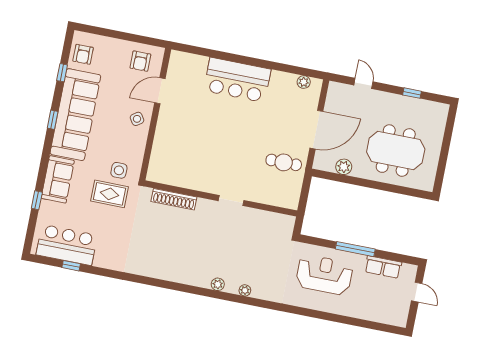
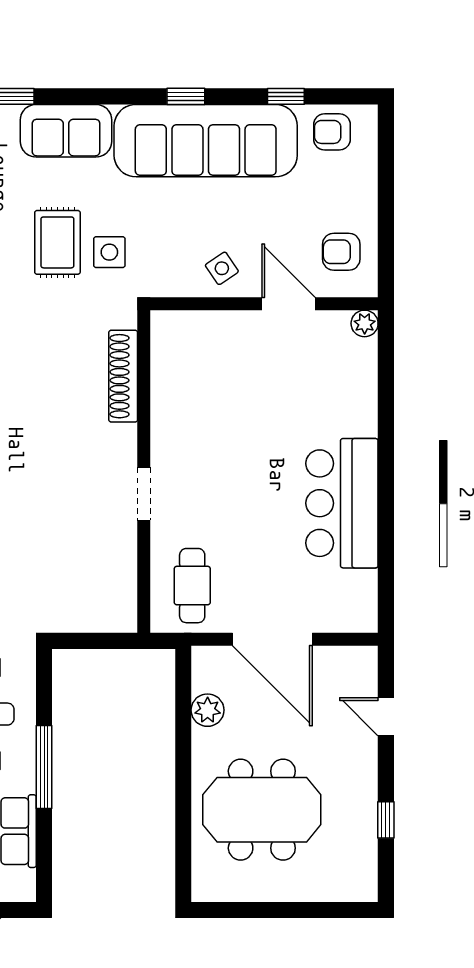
bar counter: (237, 80) -> (342, 503), moved
plant: (304, 82) -> (365, 323), moved
door: (363, 83) -> (386, 717), swing flipped
meeting table: (396, 151) -> (262, 810), turned 90
wall: (221, 198) -> (144, 472), moved
shoe rack: (174, 199) -> (123, 376), moved
doorway: (231, 201) -> (144, 494), moved

